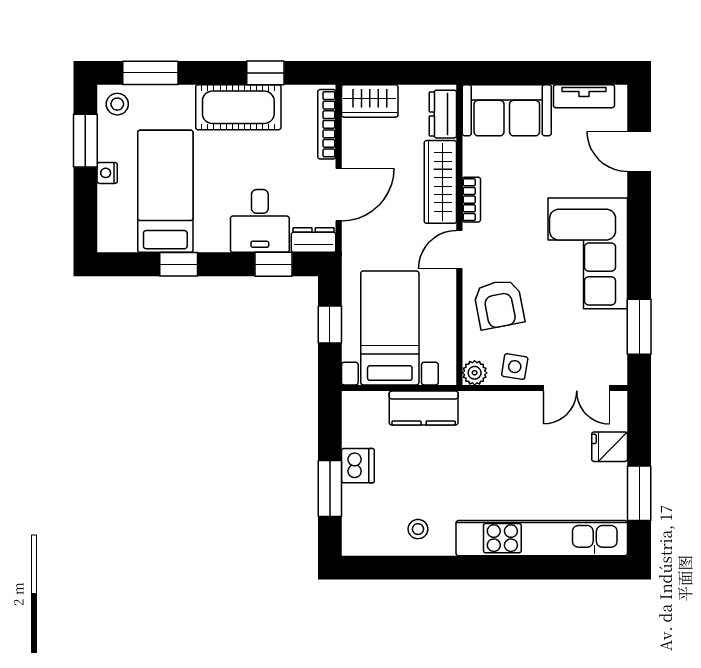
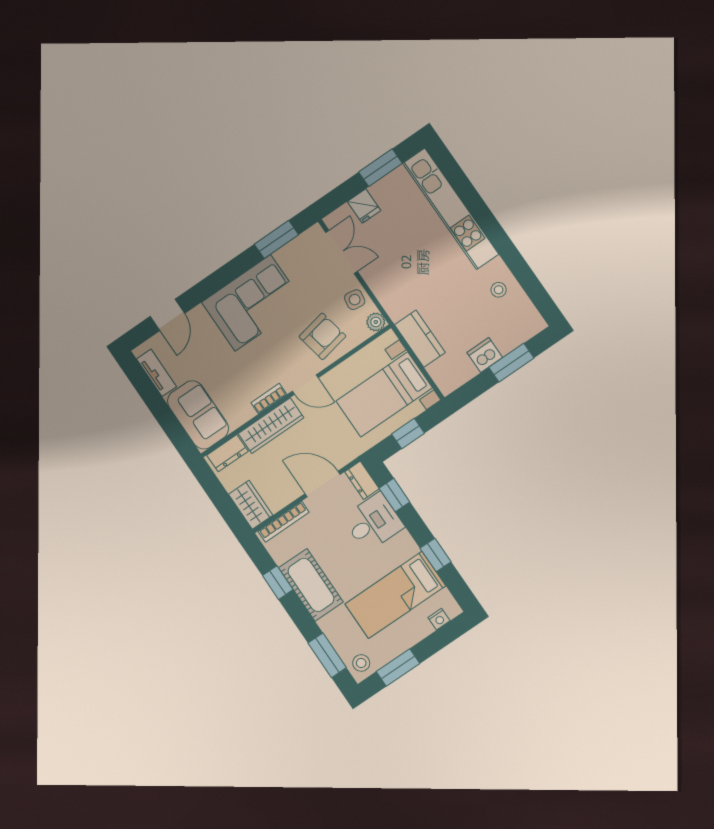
nightstand: (107, 173) -> (439, 619), moved

